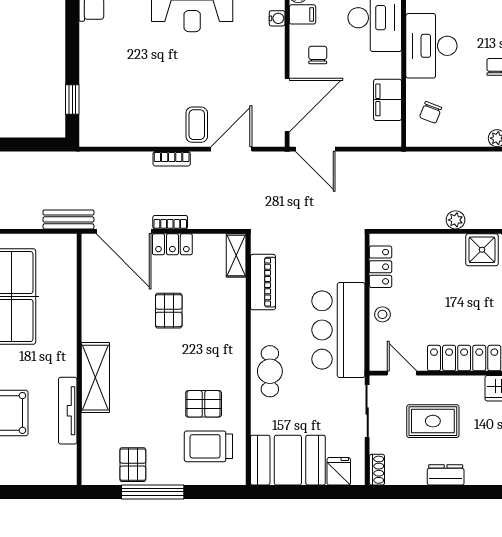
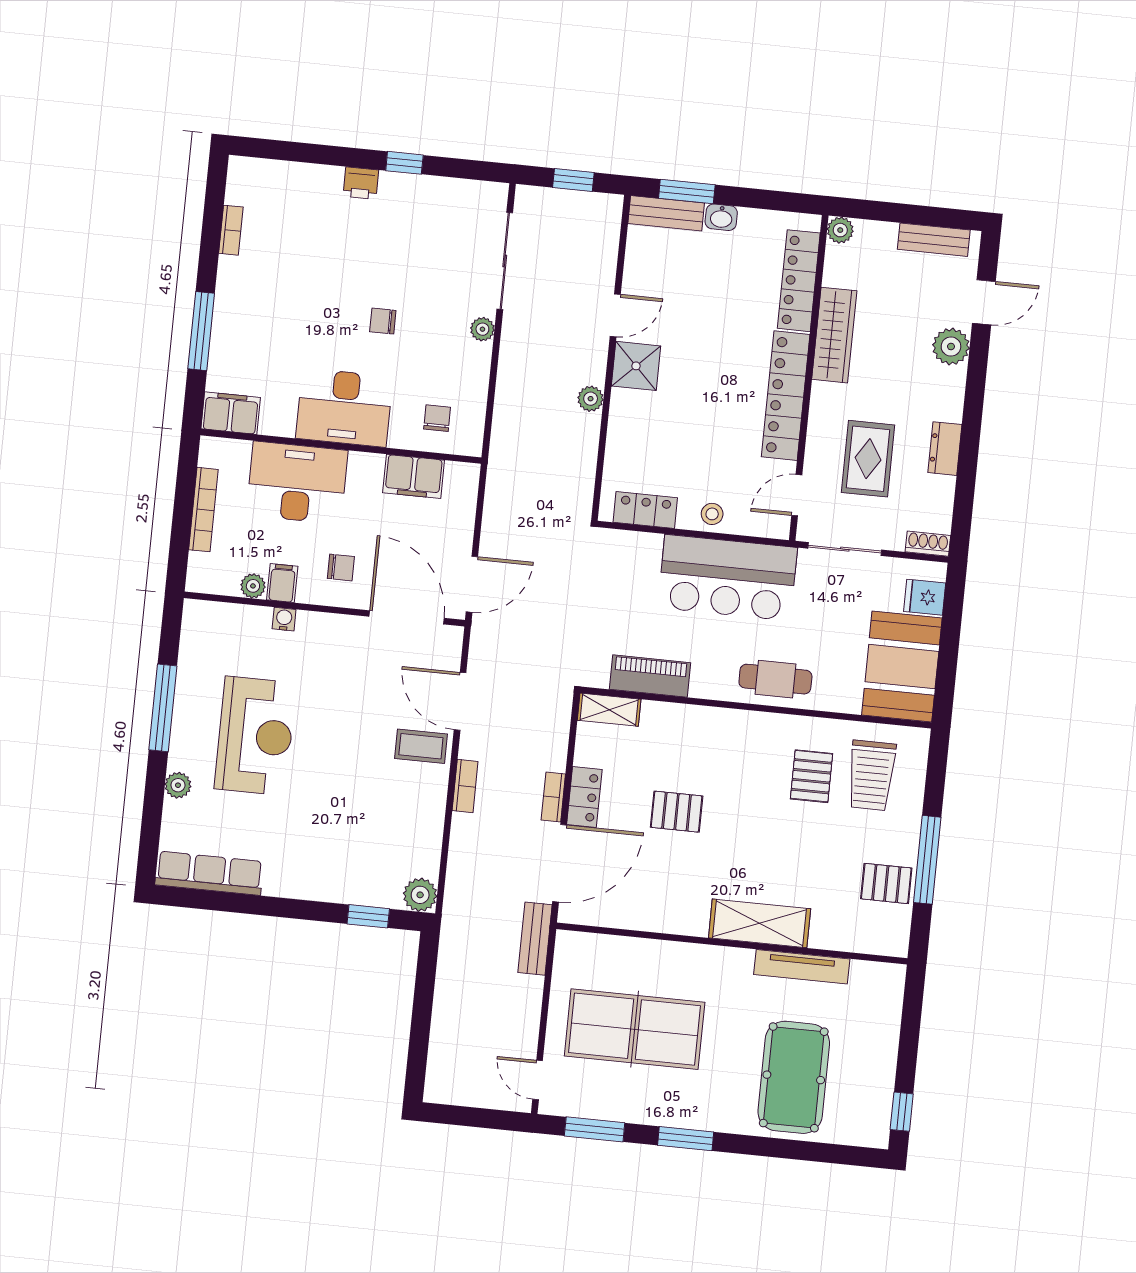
chair: (318, 55) -> (341, 567), turned 180
chair: (431, 112) -> (437, 418), turned -111
plant: (91, 135) -> (420, 895), added

